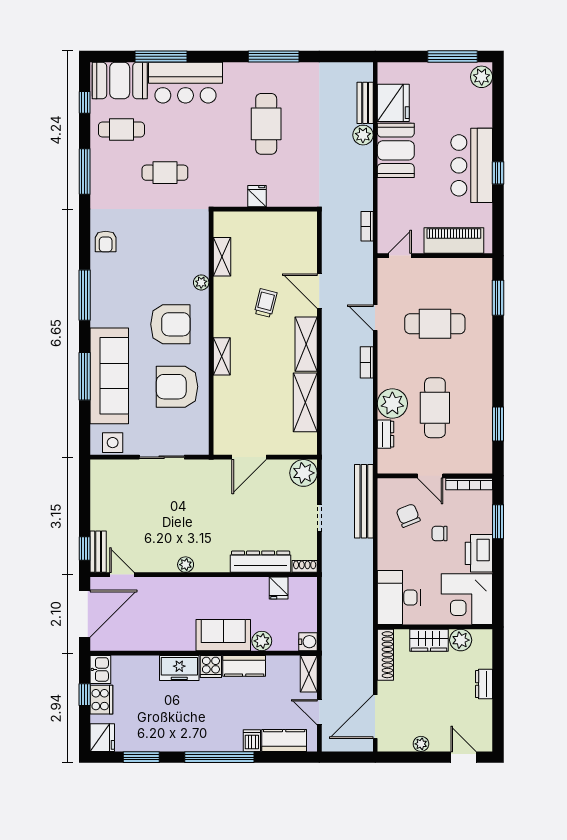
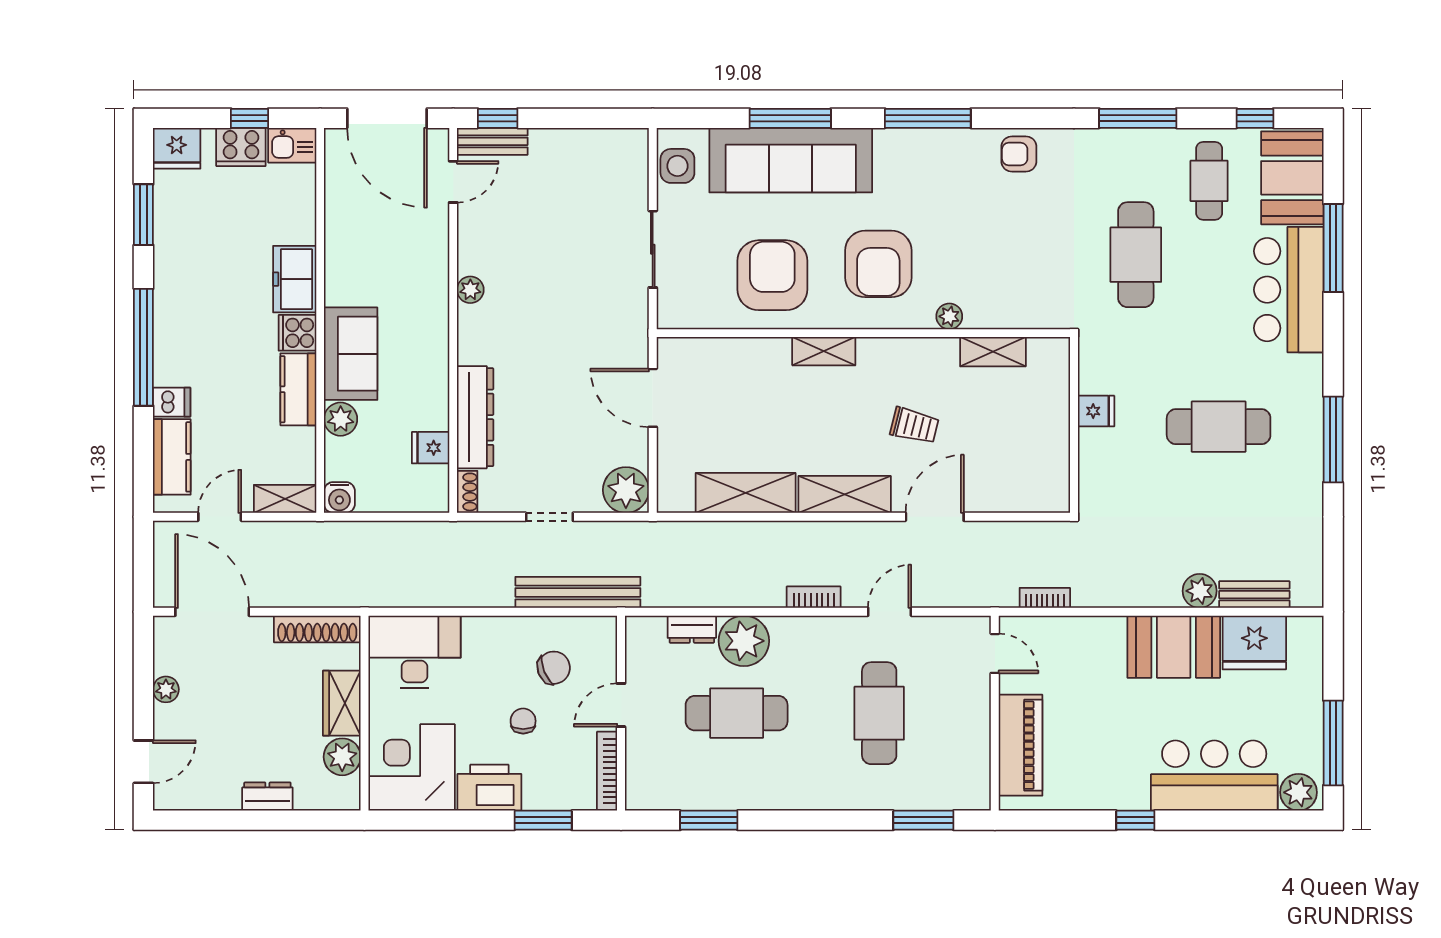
bar counter: (472, 165) -> (1214, 776), moved
cafe table: (165, 173) -> (1136, 255), width x1.37, depth x1.35

